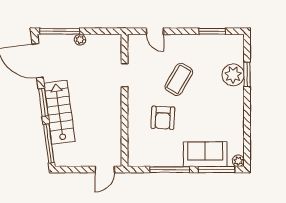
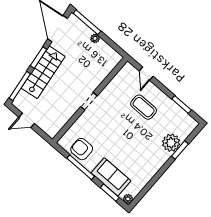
doorway: (125, 75) -> (89, 101), moved
coffee table: (179, 79) -> (144, 107), moved, turned 60
armchair: (163, 118) -> (82, 149), moved, turned 87
door: (105, 170) -> (27, 120), moved
window: (216, 170) -> (110, 193), width x0.69

